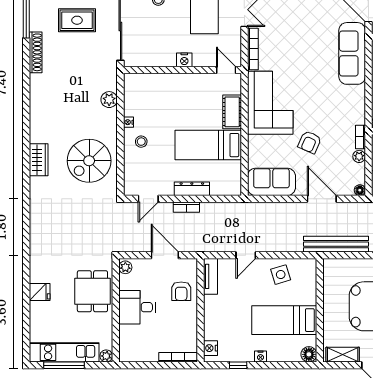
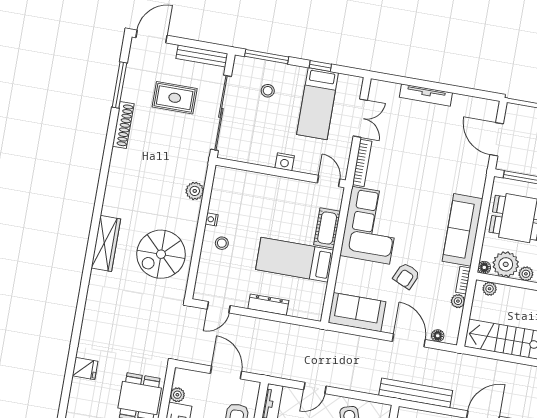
sofa: (352, 53) -> (462, 230), moved
wardrobe: (39, 160) -> (106, 243), width x1.50
floor lamp: (360, 190) -> (438, 336), moved
bookcase: (186, 207) -> (259, 324), removed
plant: (125, 267) -> (177, 395), moved
fridge: (40, 292) -> (85, 369), moved

